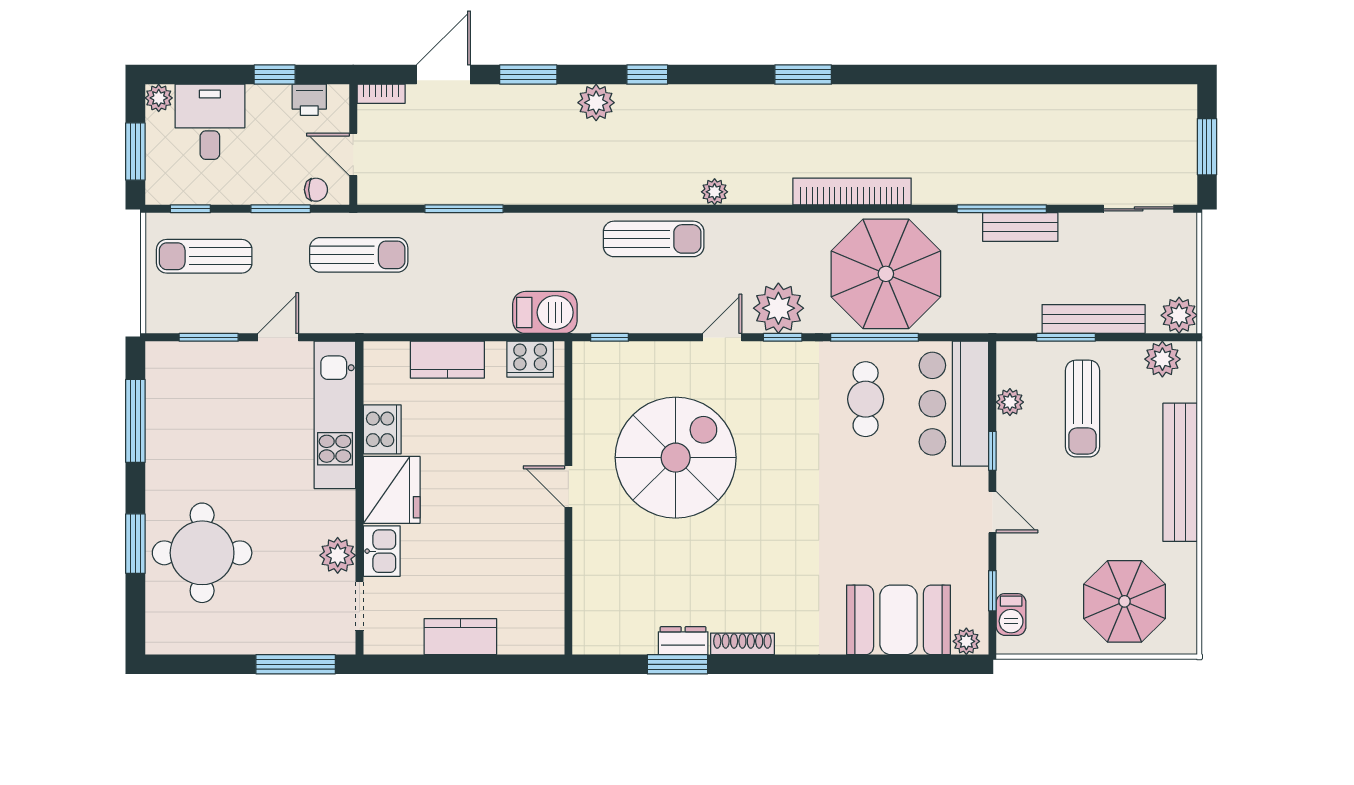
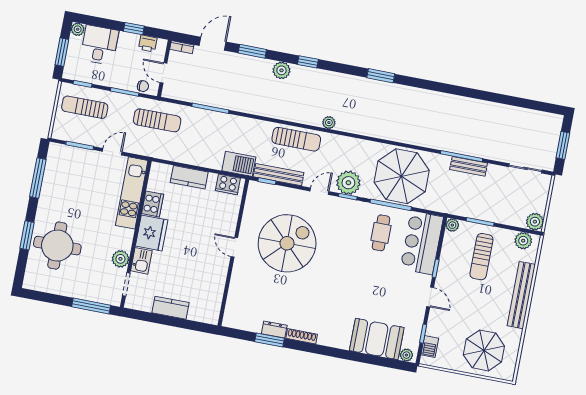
bookcase: (852, 192) -> (393, 135), removed
bench: (1094, 319) -> (279, 175), moved
plant: (1010, 402) -> (452, 225), moved

